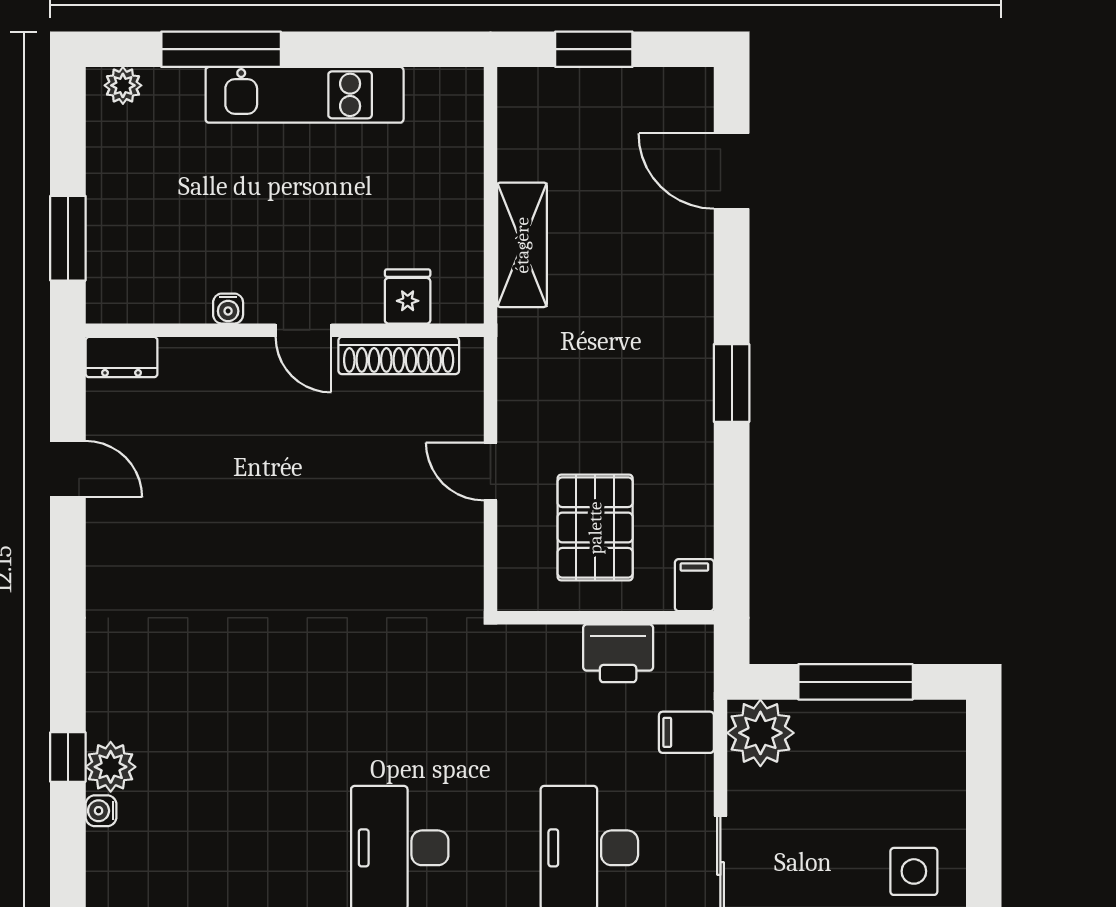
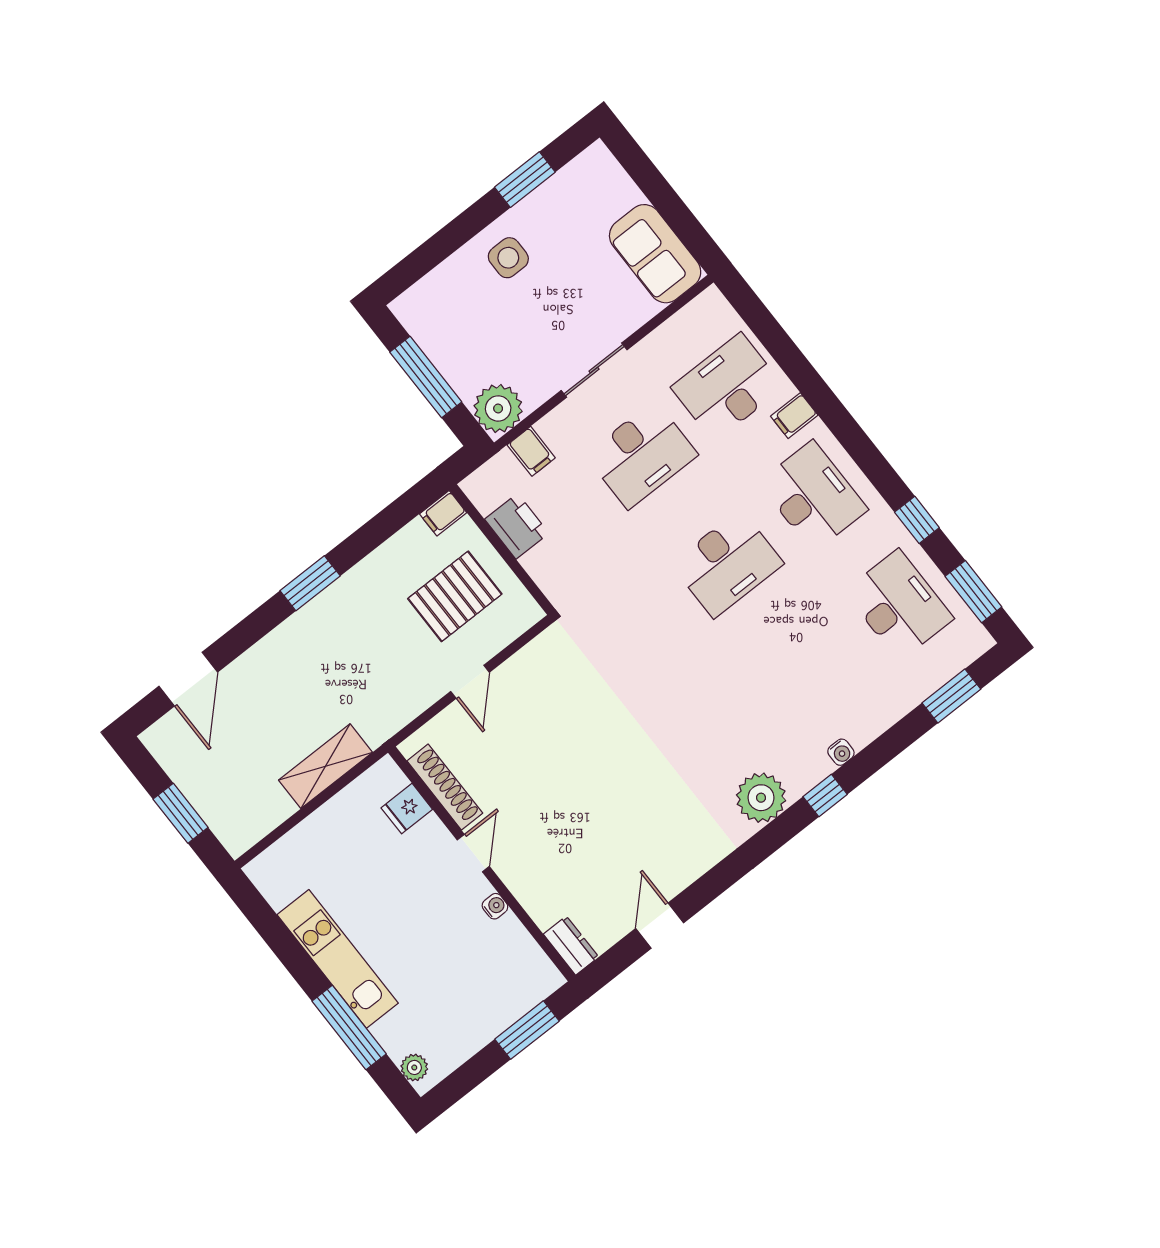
plant: (111, 767) -> (761, 798), moved, width x1.36, depth x1.36

